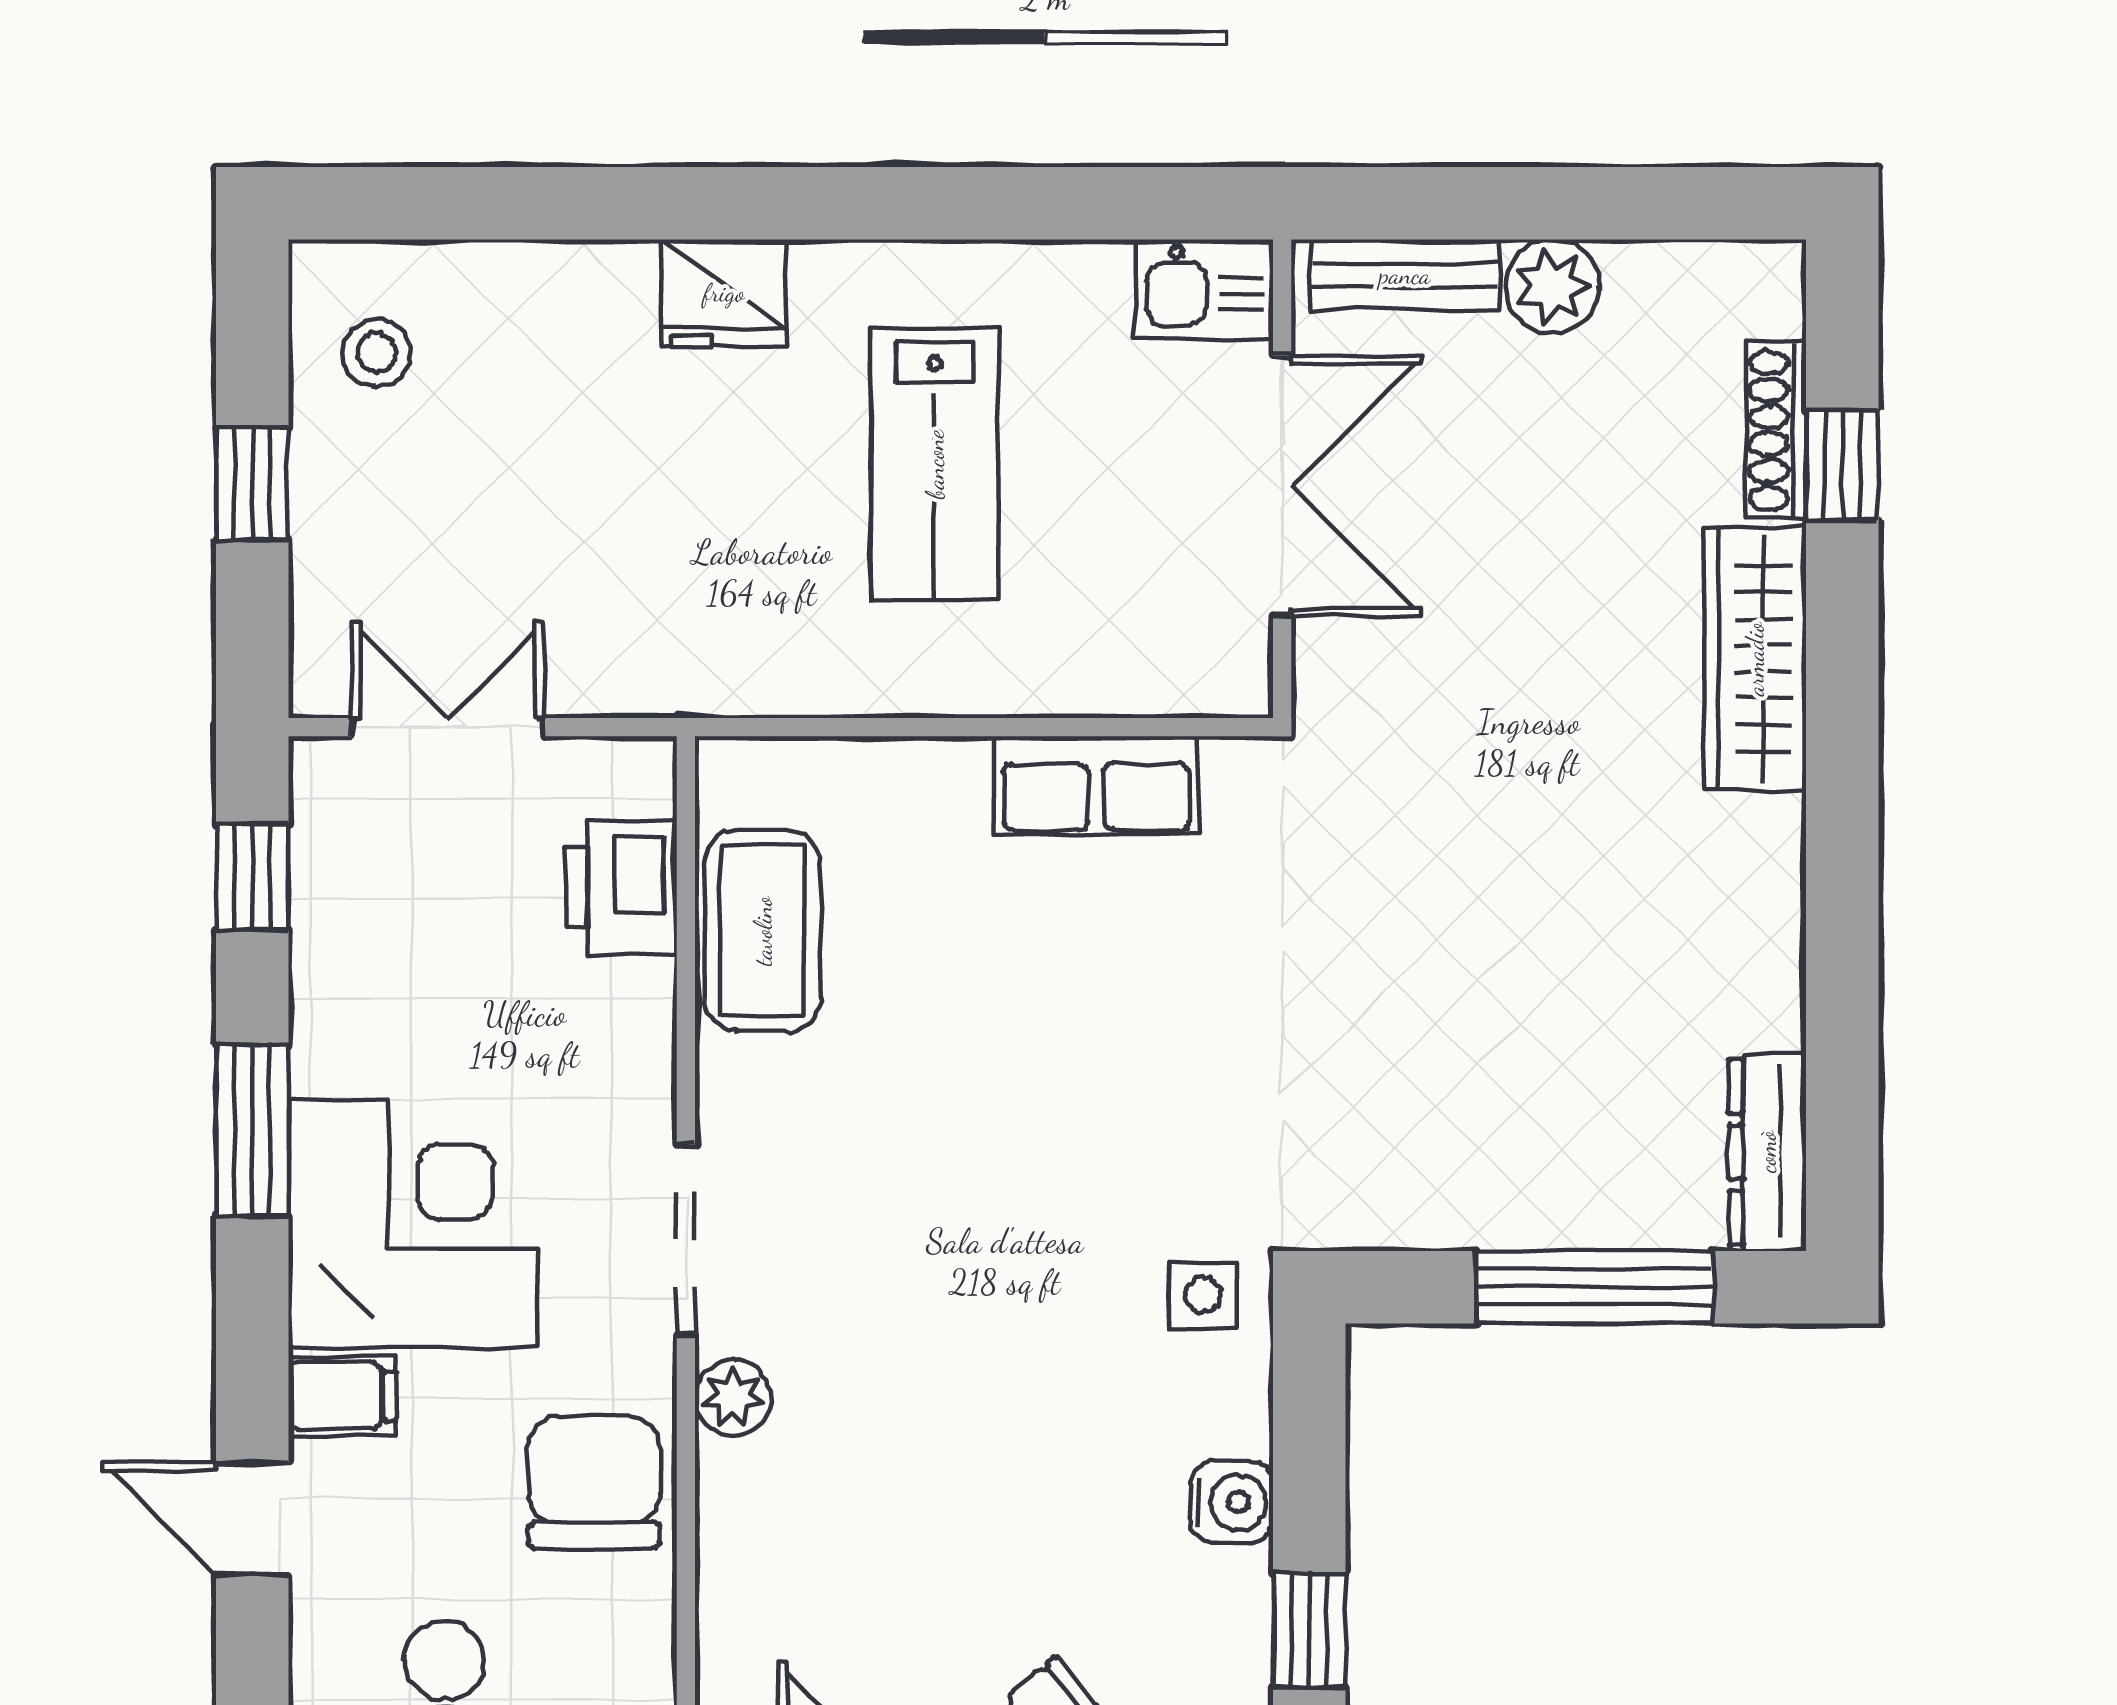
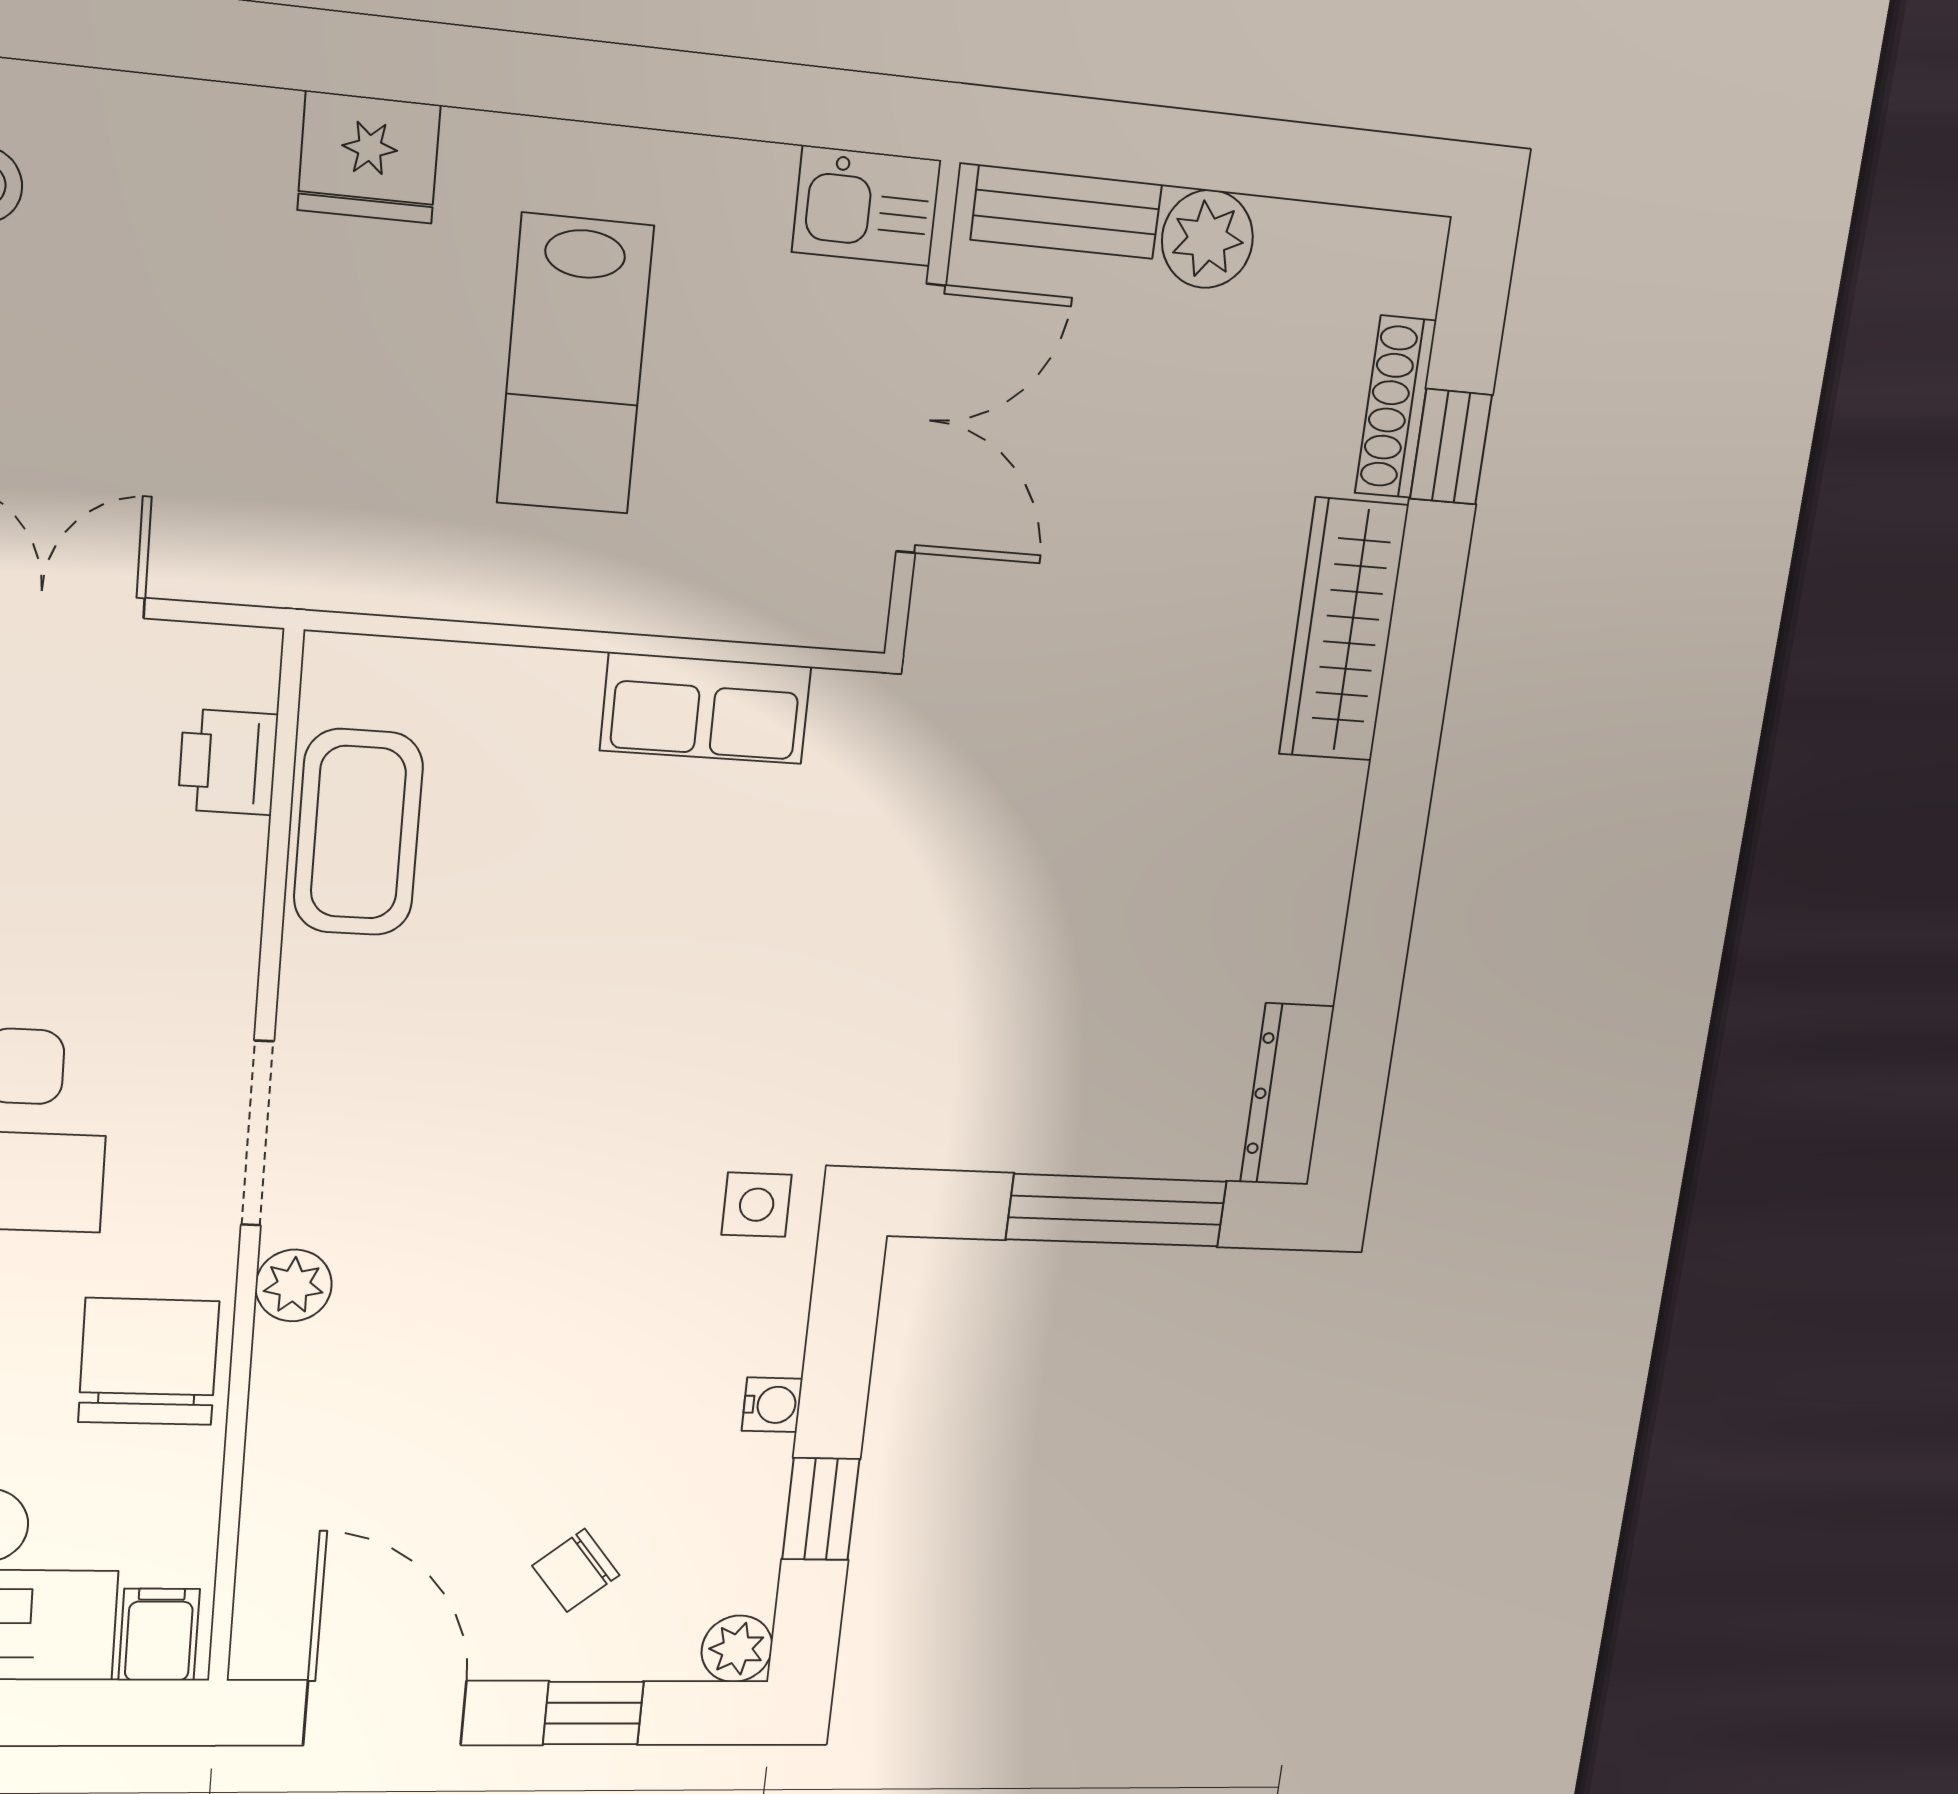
printer: (621, 887) -> (228, 762), width x0.73, depth x0.81
water cooler: (1232, 1502) -> (772, 1405), width x0.72, depth x0.72

